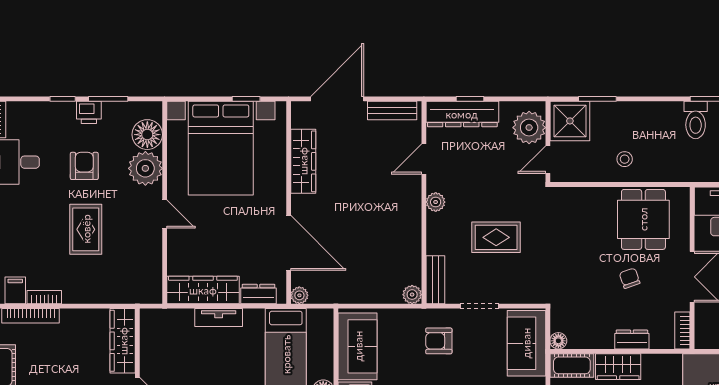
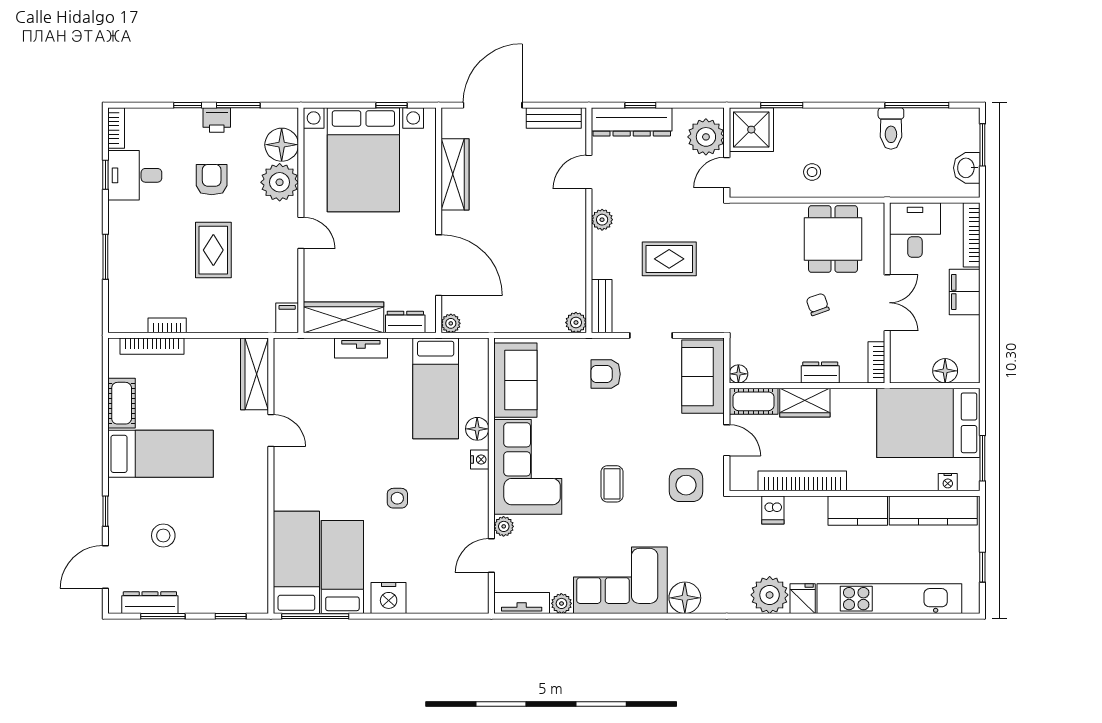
filing cabinet: (15, 290) -> (287, 318), moved

